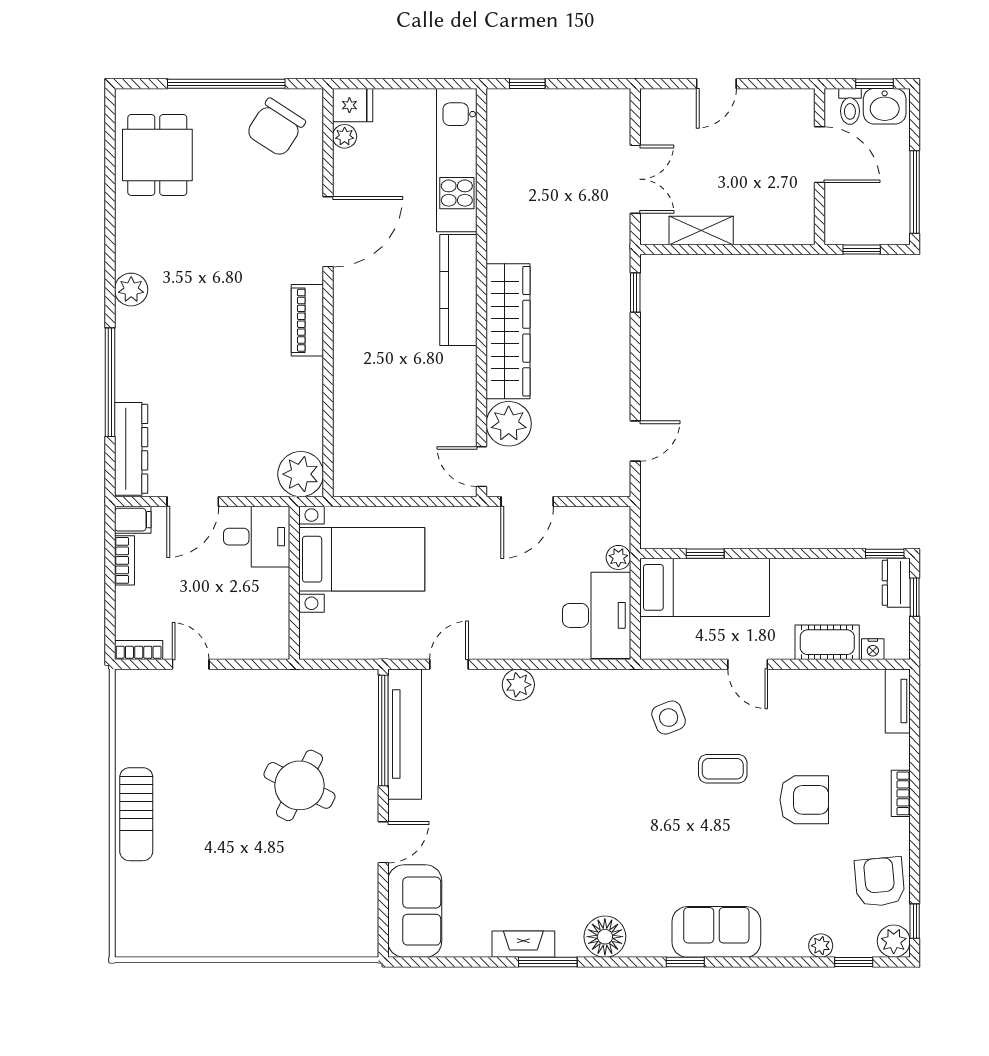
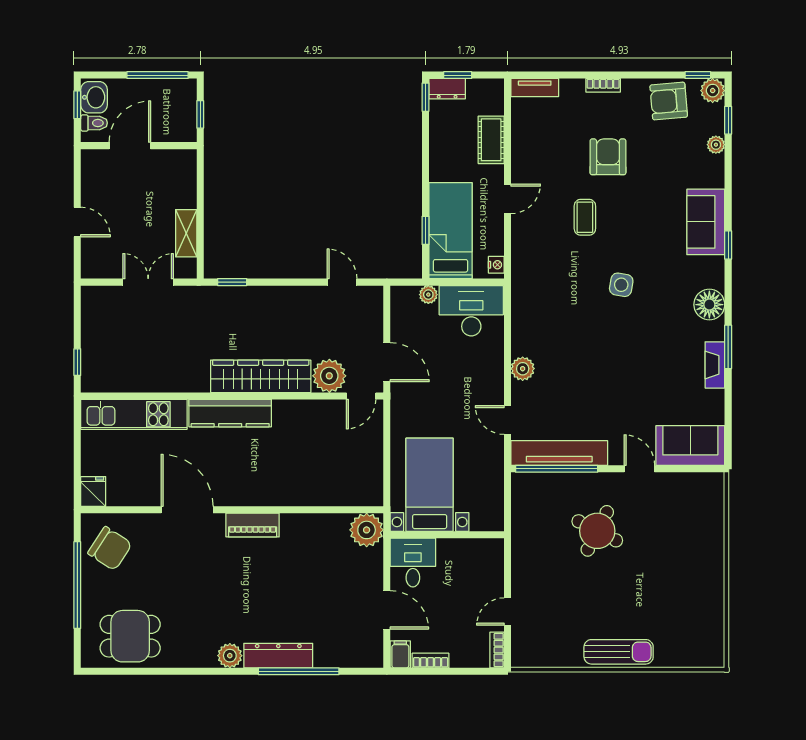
plant: (345, 136) -> (116, 497), removed
dresser: (131, 449) -> (278, 656), moved
nightstand: (873, 649) -> (496, 265), moved
side table: (669, 718) -> (621, 285), moved, turned 31

